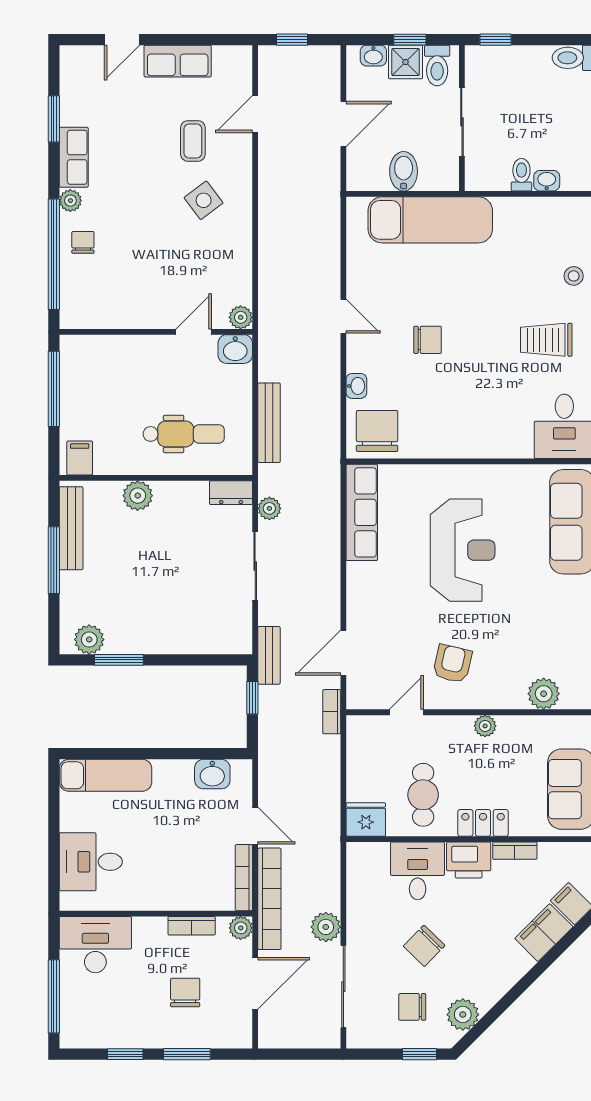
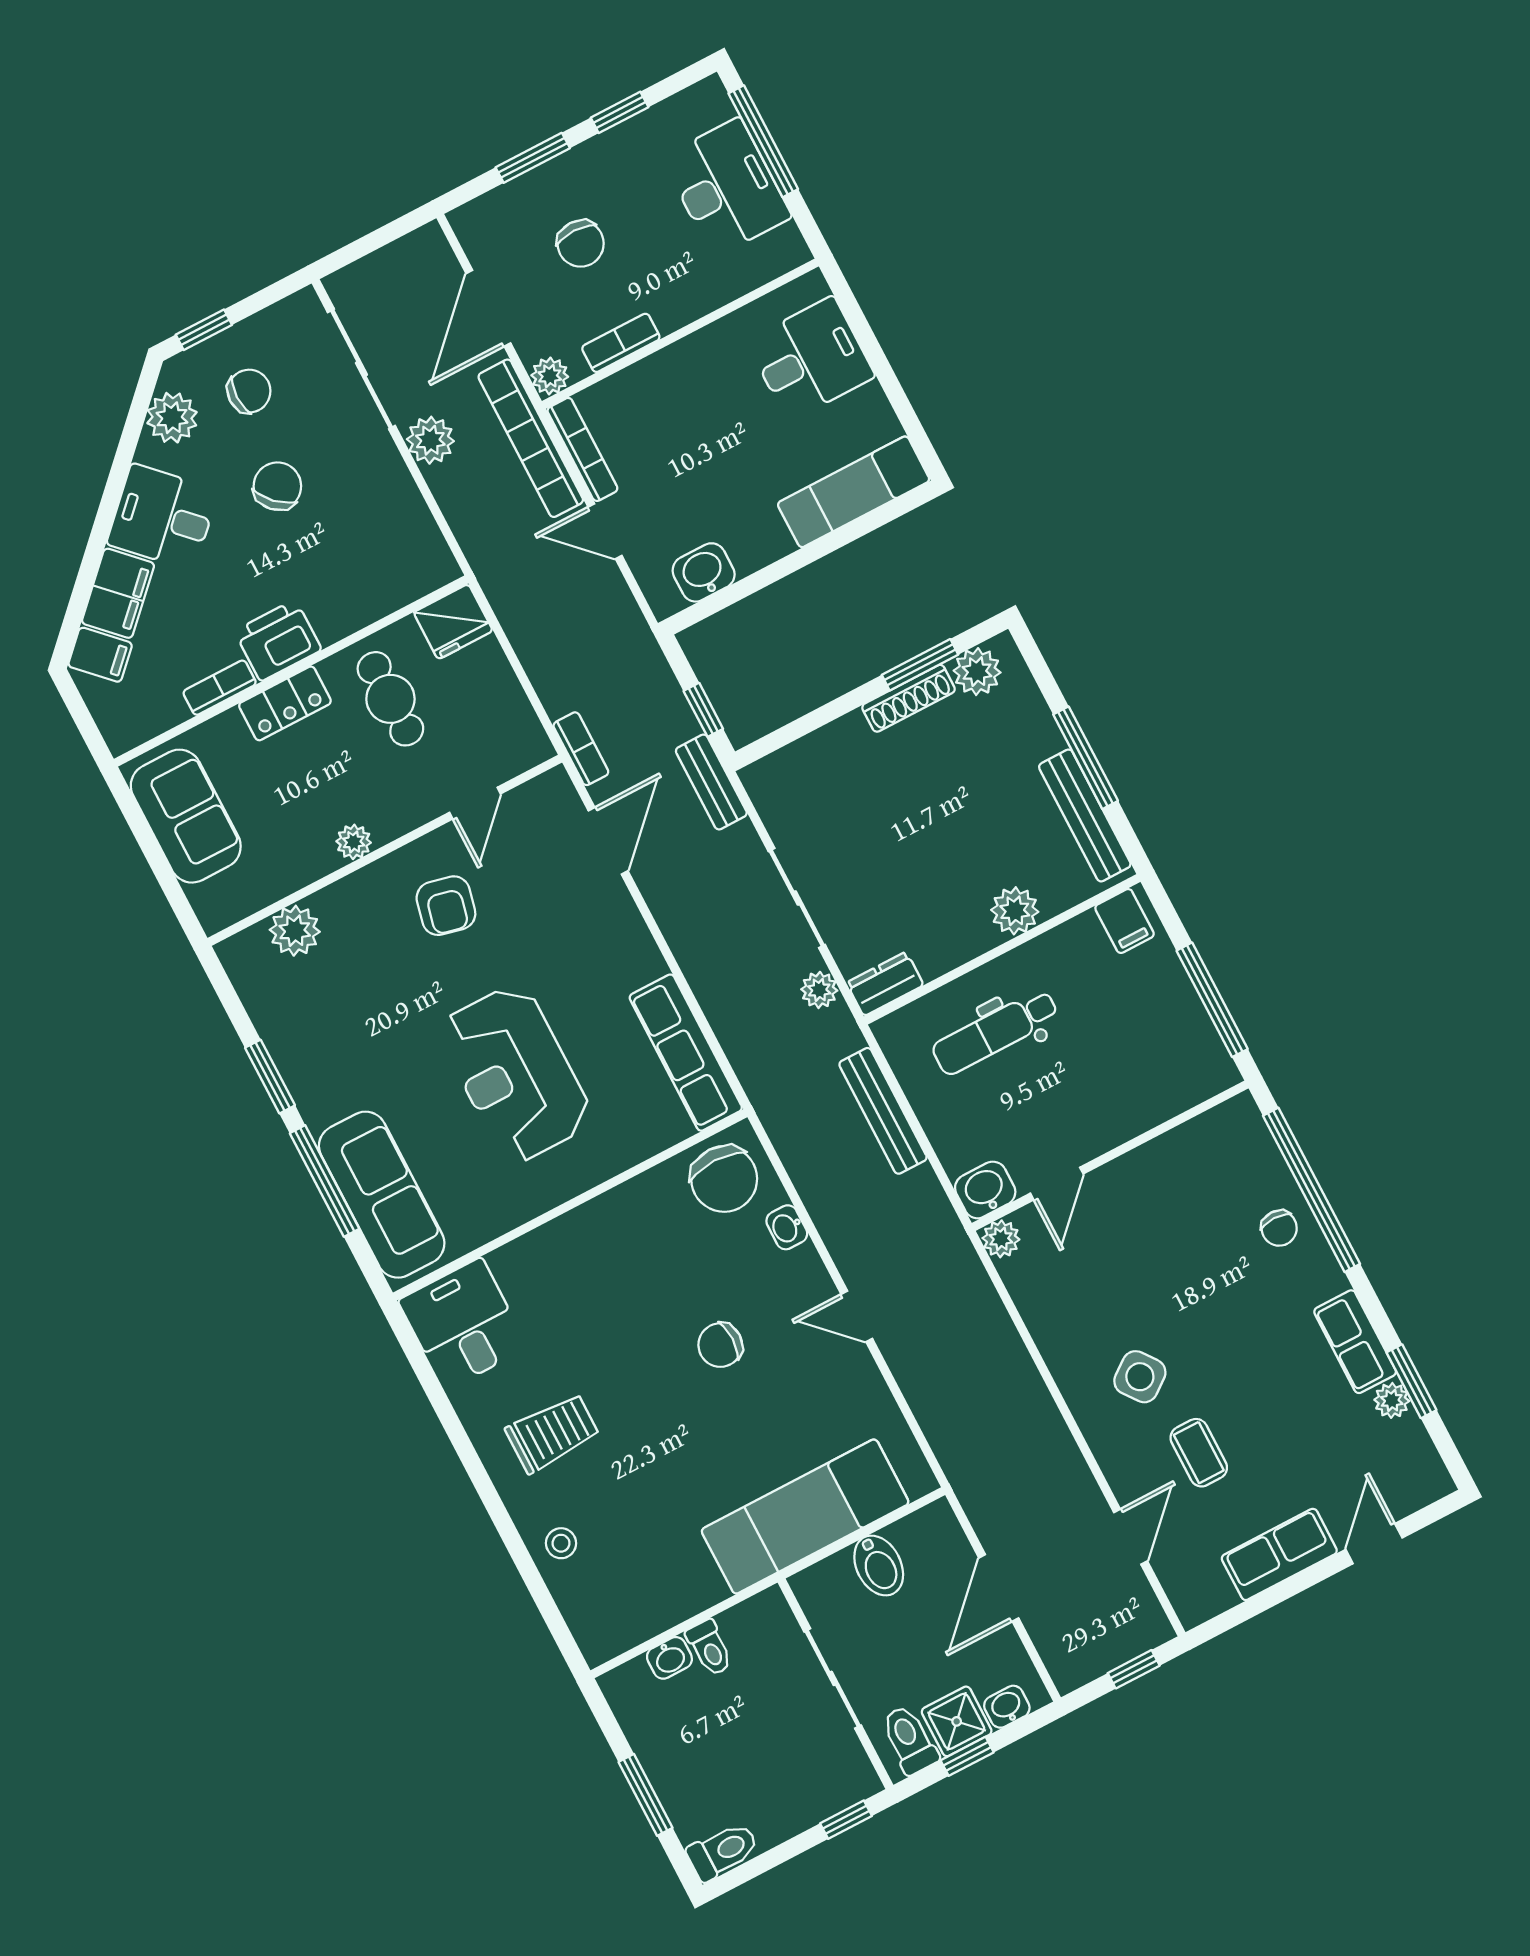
plant: (70, 201) -> (1392, 1400), moved
shoe rack: (135, 645) -> (909, 698), added
desk: (418, 871) -> (163, 517), moved, turned 135
desk: (95, 945) -> (727, 187), moved, turned -90

